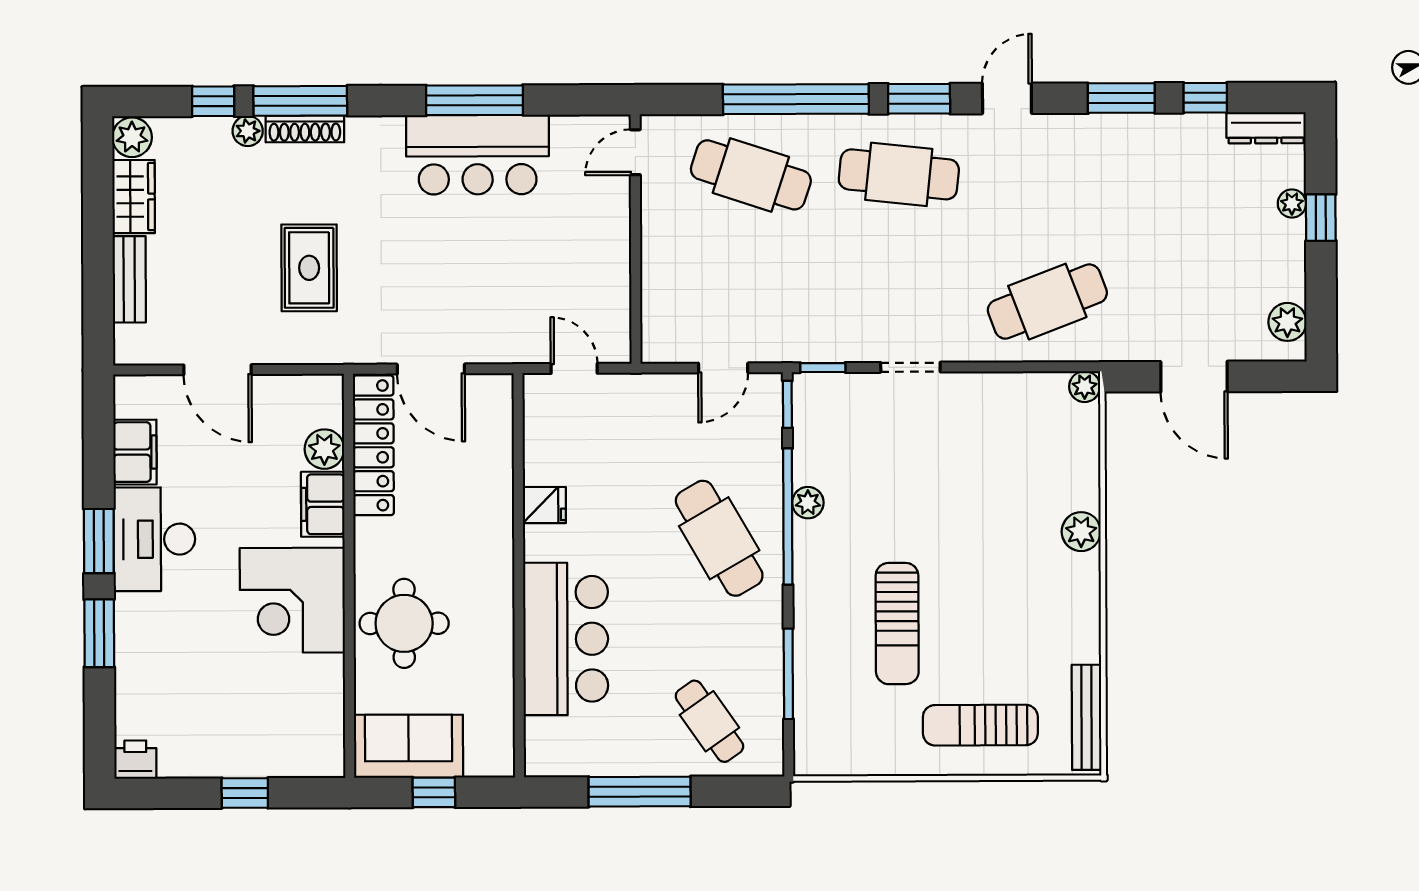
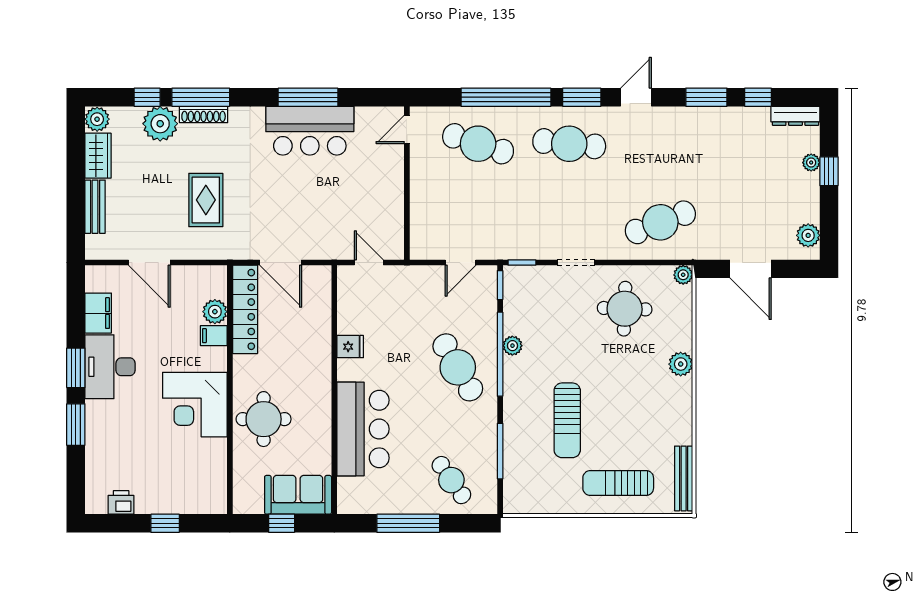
plant: (248, 131) -> (160, 124), width x1.87, depth x1.87
round table: (990, 442) -> (625, 309), added
filing cabinet: (323, 504) -> (214, 336), width x0.50
sofa: (409, 746) -> (298, 495), moved
printer: (135, 760) -> (121, 502), moved

